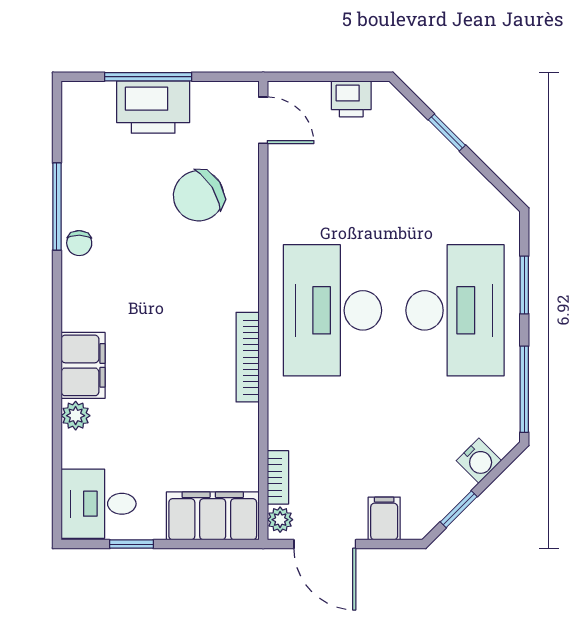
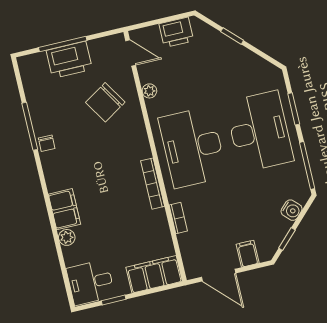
printer: (351, 99) -> (176, 32), width x1.36, depth x1.24
bookcase: (278, 477) -> (178, 218), moved
plant: (280, 520) -> (149, 91), moved

